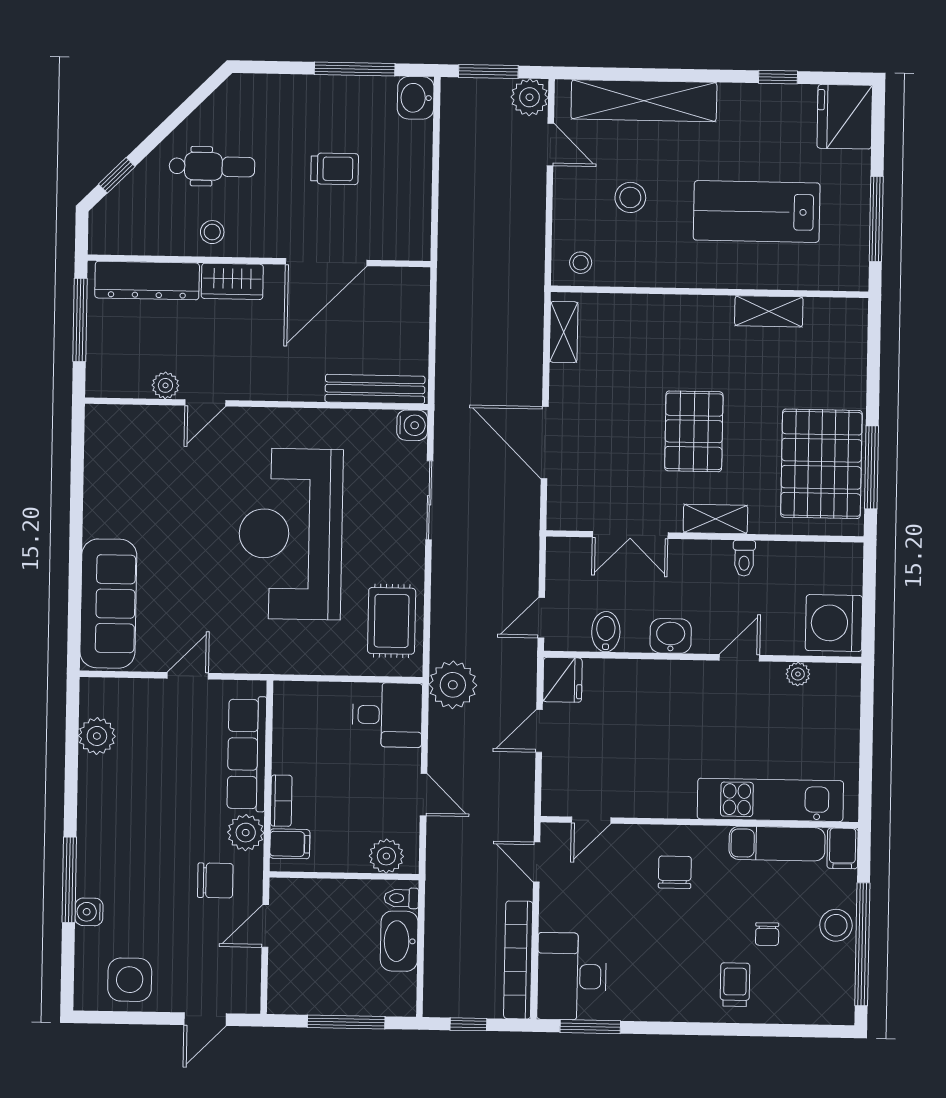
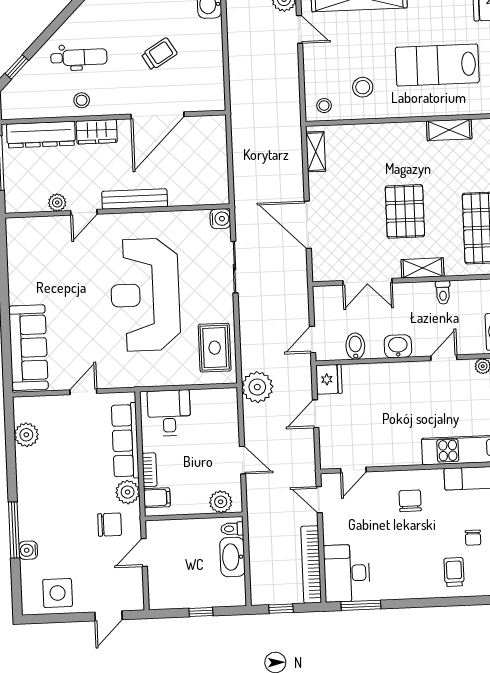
trolley: (335, 169) -> (159, 54), turned -31
stool: (630, 197) -> (363, 87), moved
bench: (375, 389) -> (135, 199), moved
desk: (387, 715) -> (169, 413), moved, turned -90
window: (346, 1022) -> (201, 612), width x0.46

